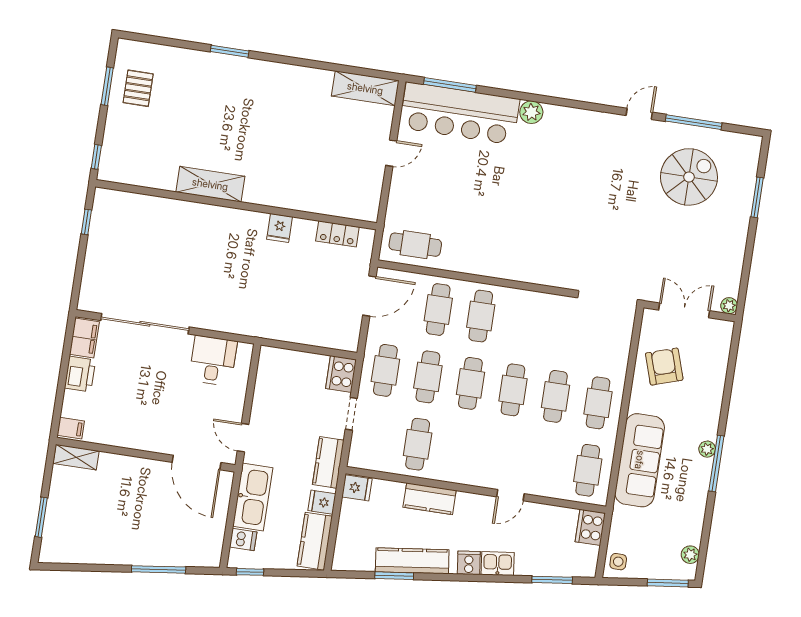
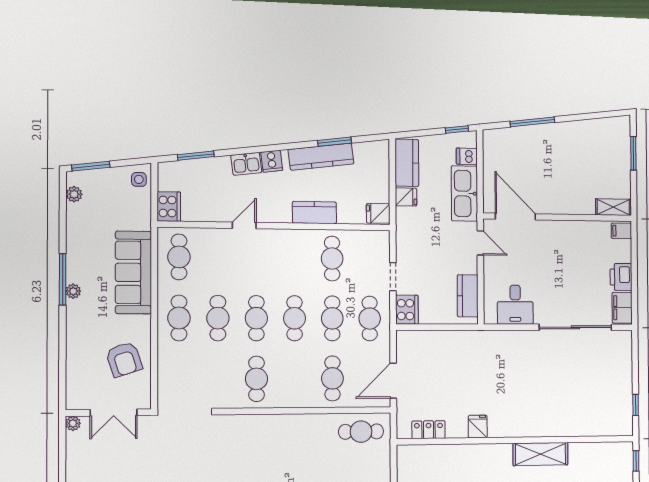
cafe table: (481, 316) -> (256, 379), moved
kitchen counter: (328, 462) -> (468, 296), moved, turned 180

